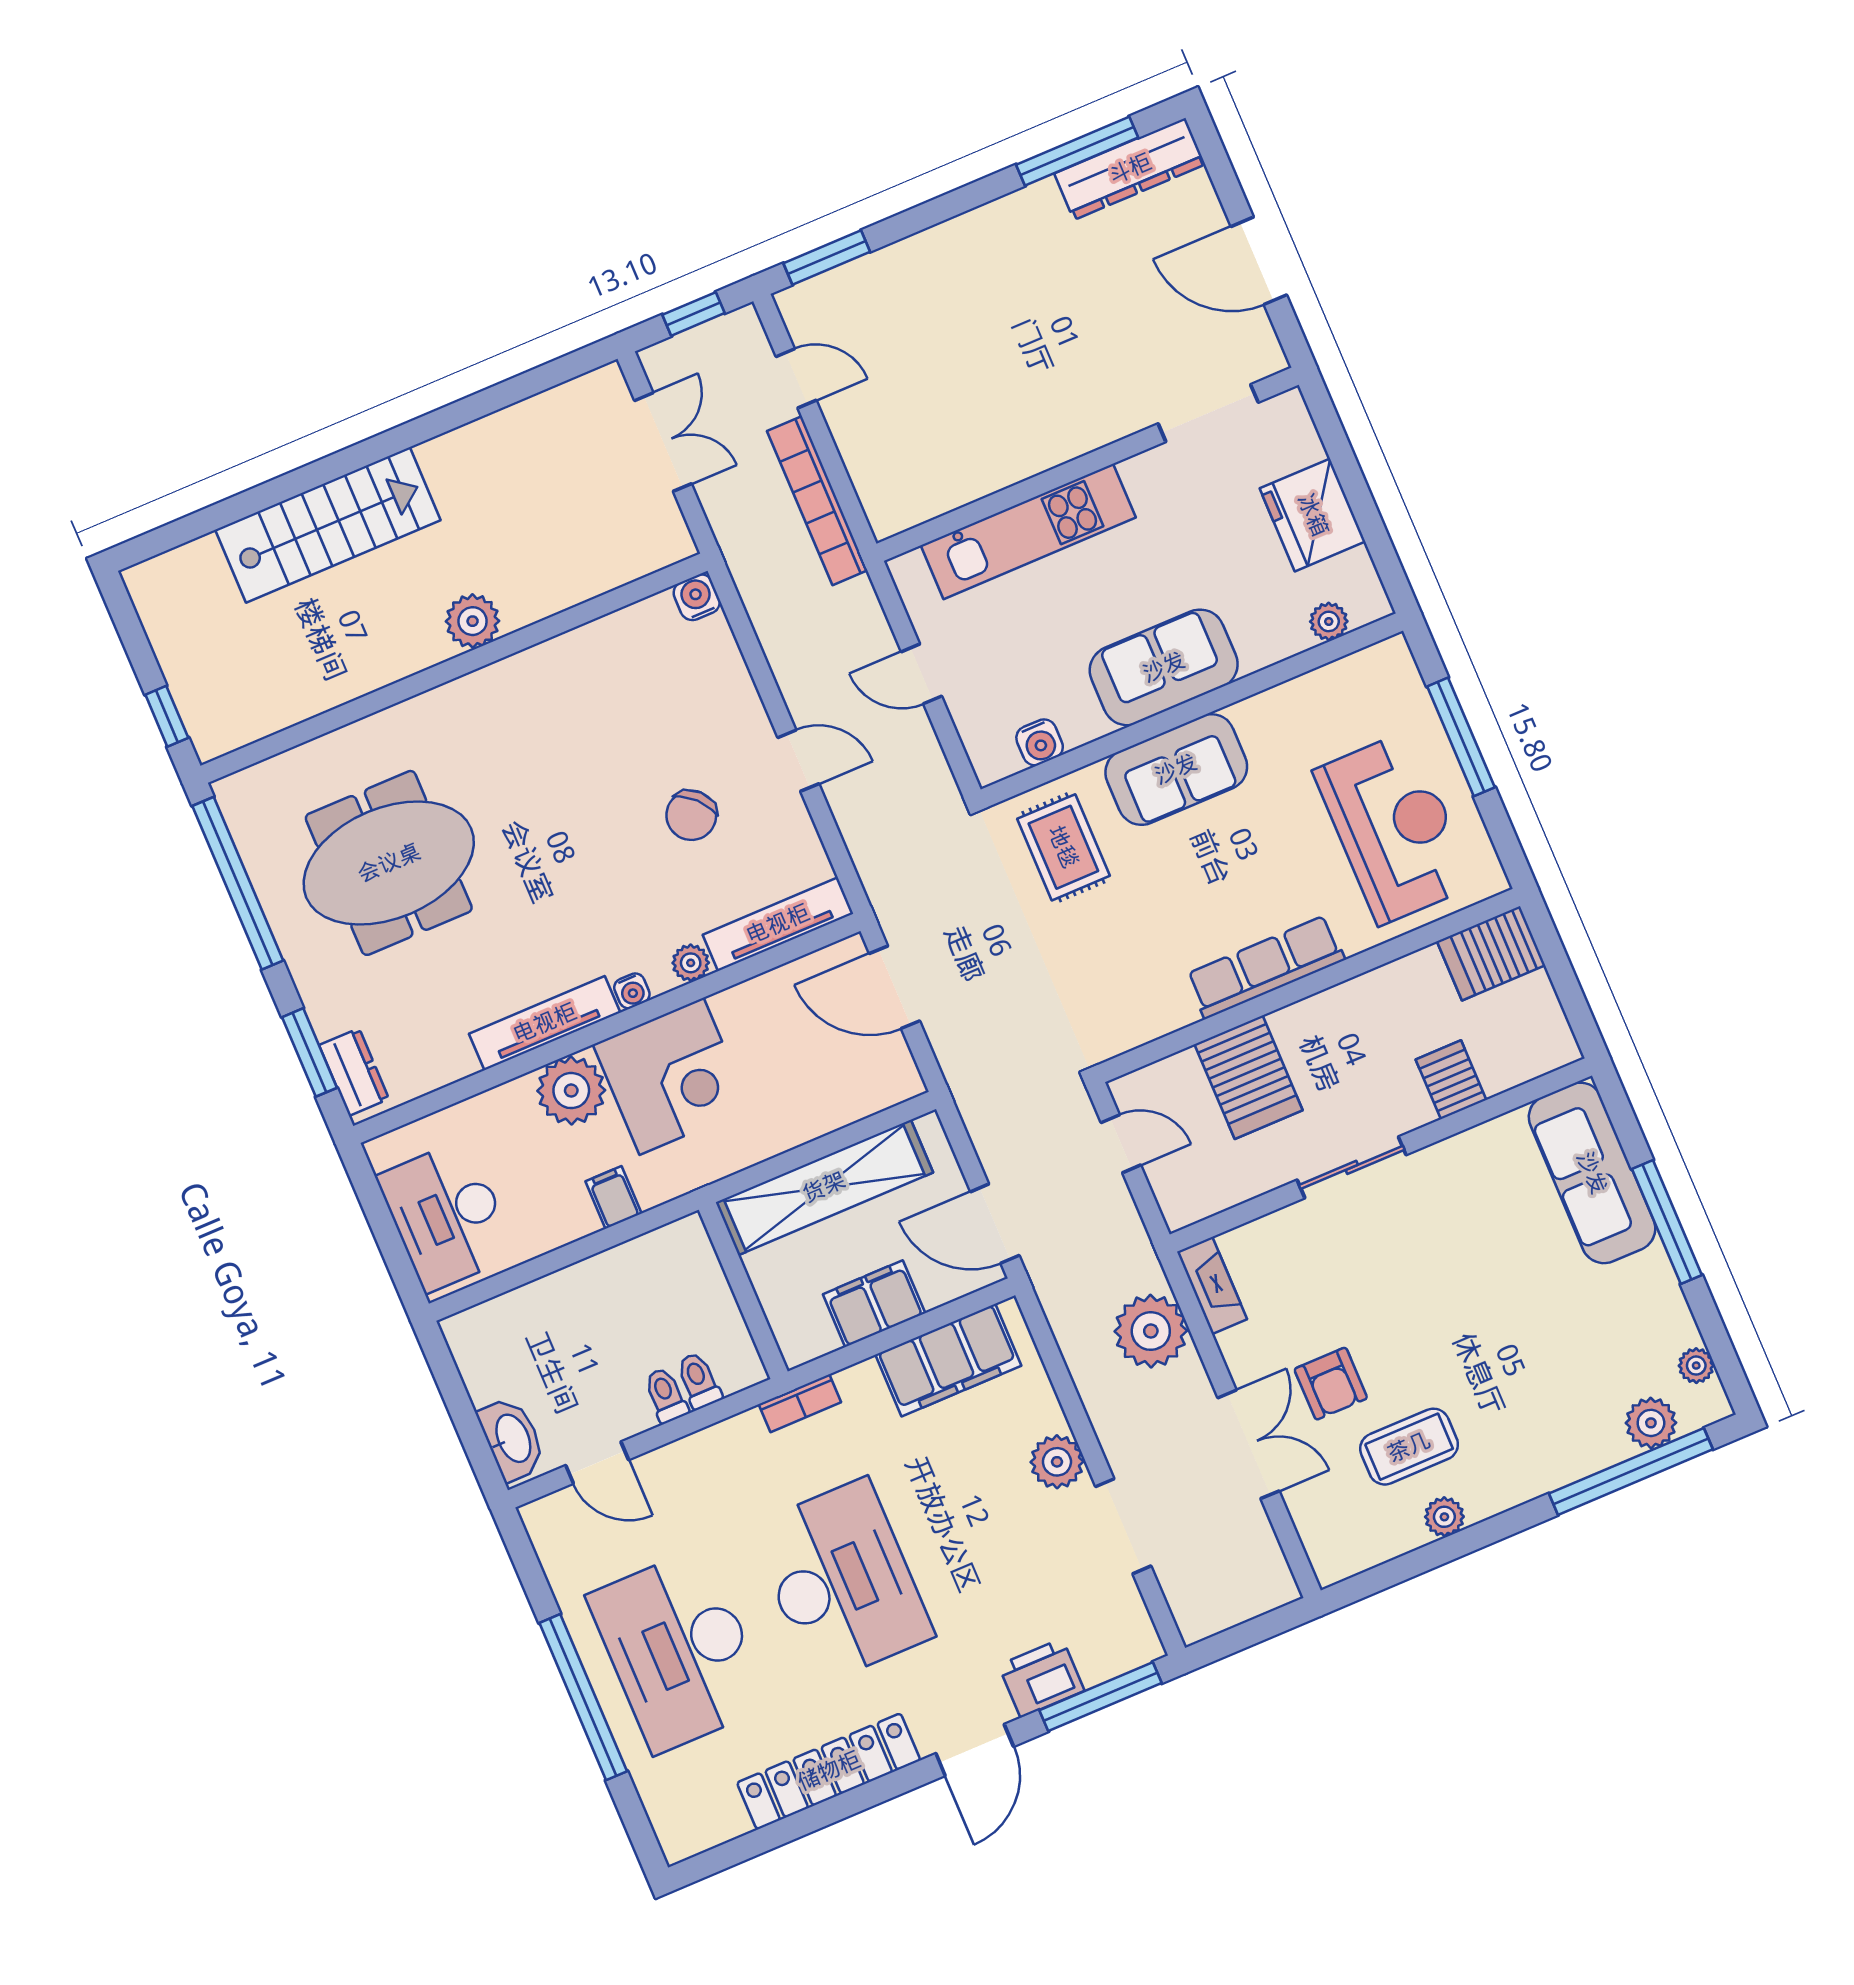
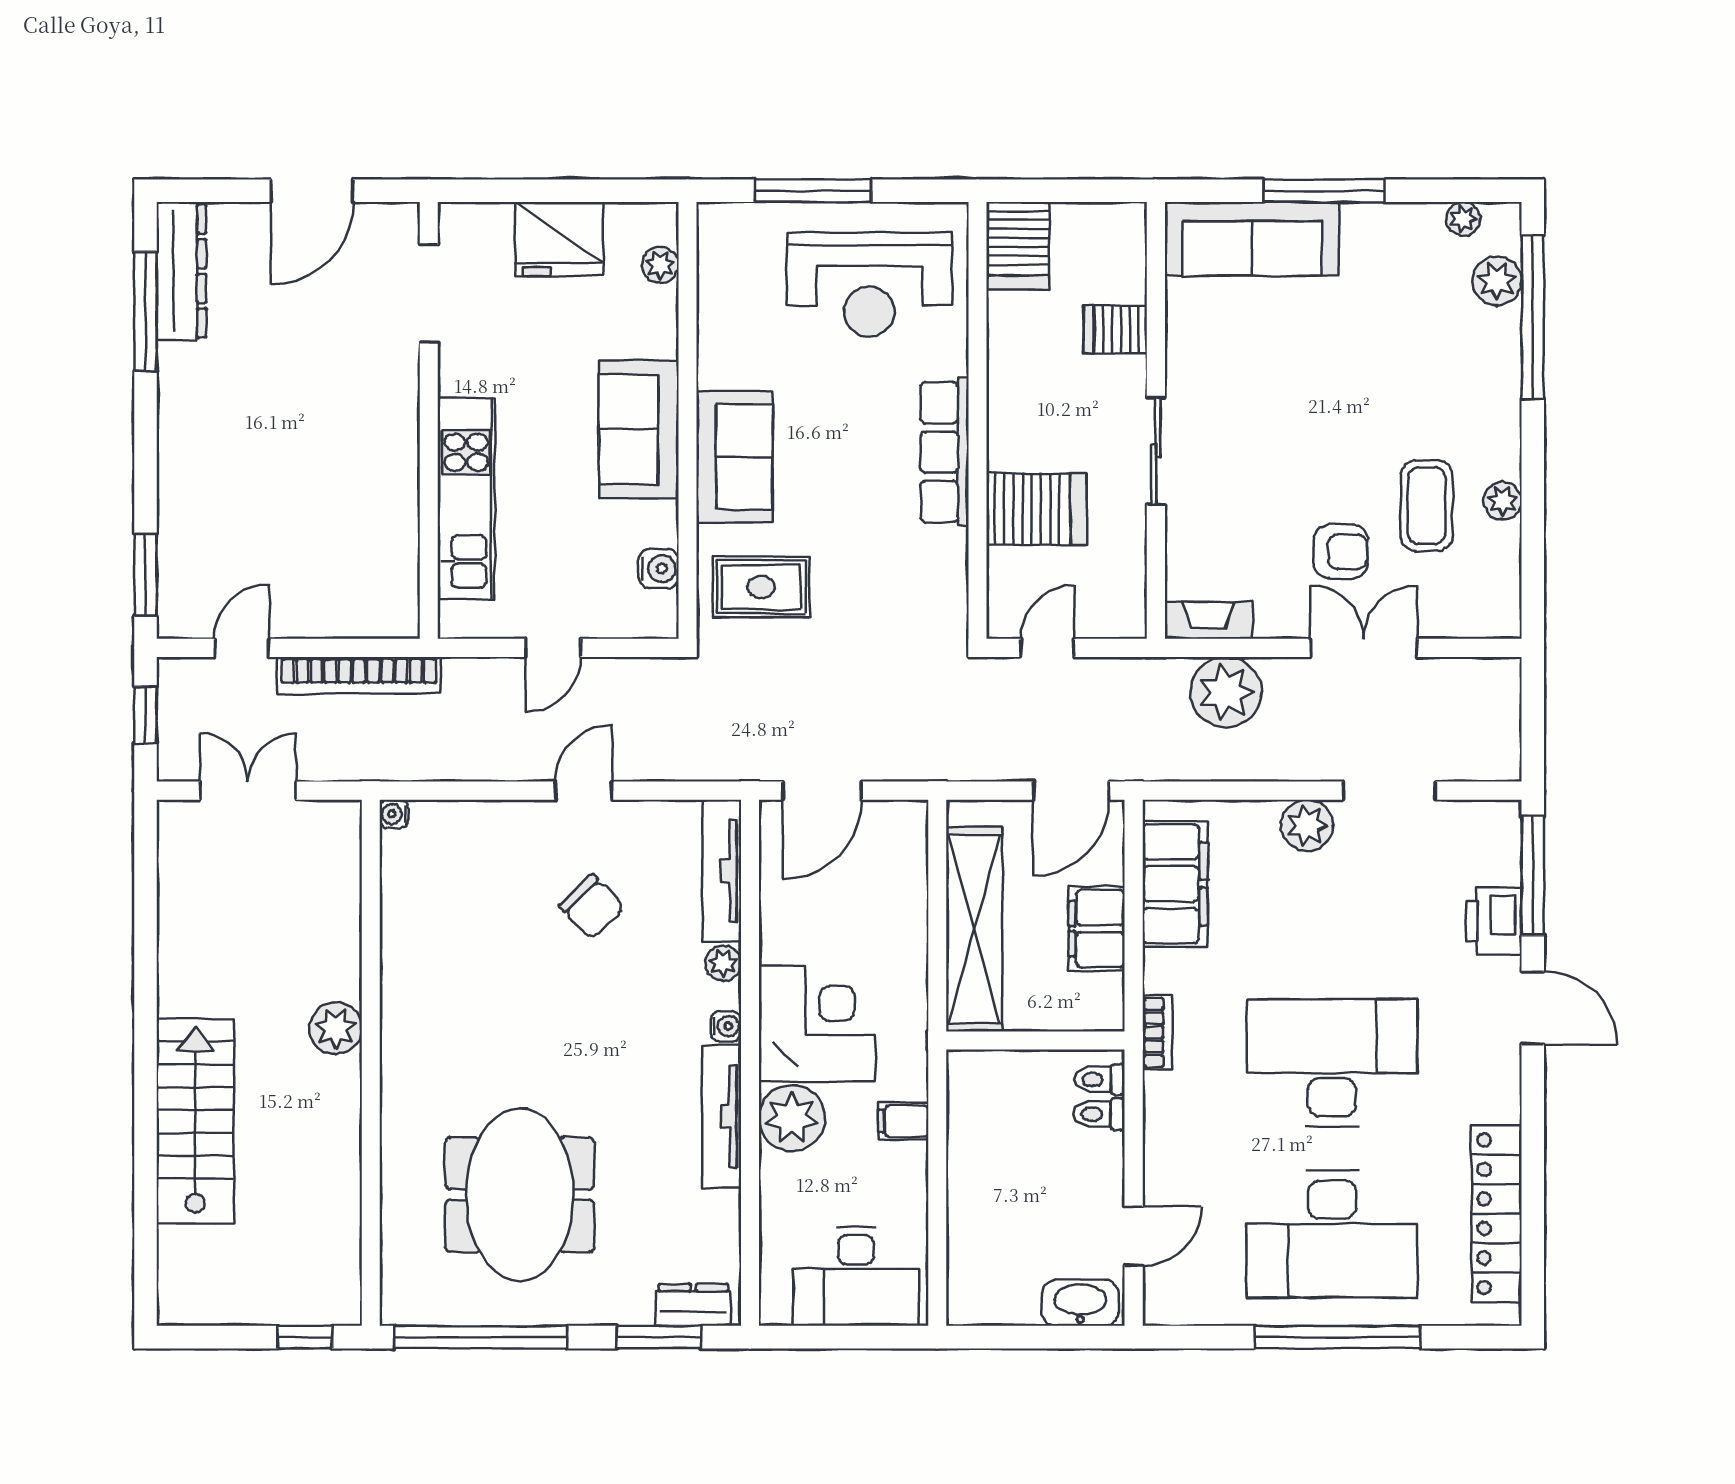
water cooler: (697, 597) -> (394, 814), width x0.72, depth x0.72
reception desk: (1394, 828) -> (869, 285), turned 180
toilet: (666, 1395) -> (1100, 1079), moved
locker: (829, 1771) -> (1497, 1214), moved

